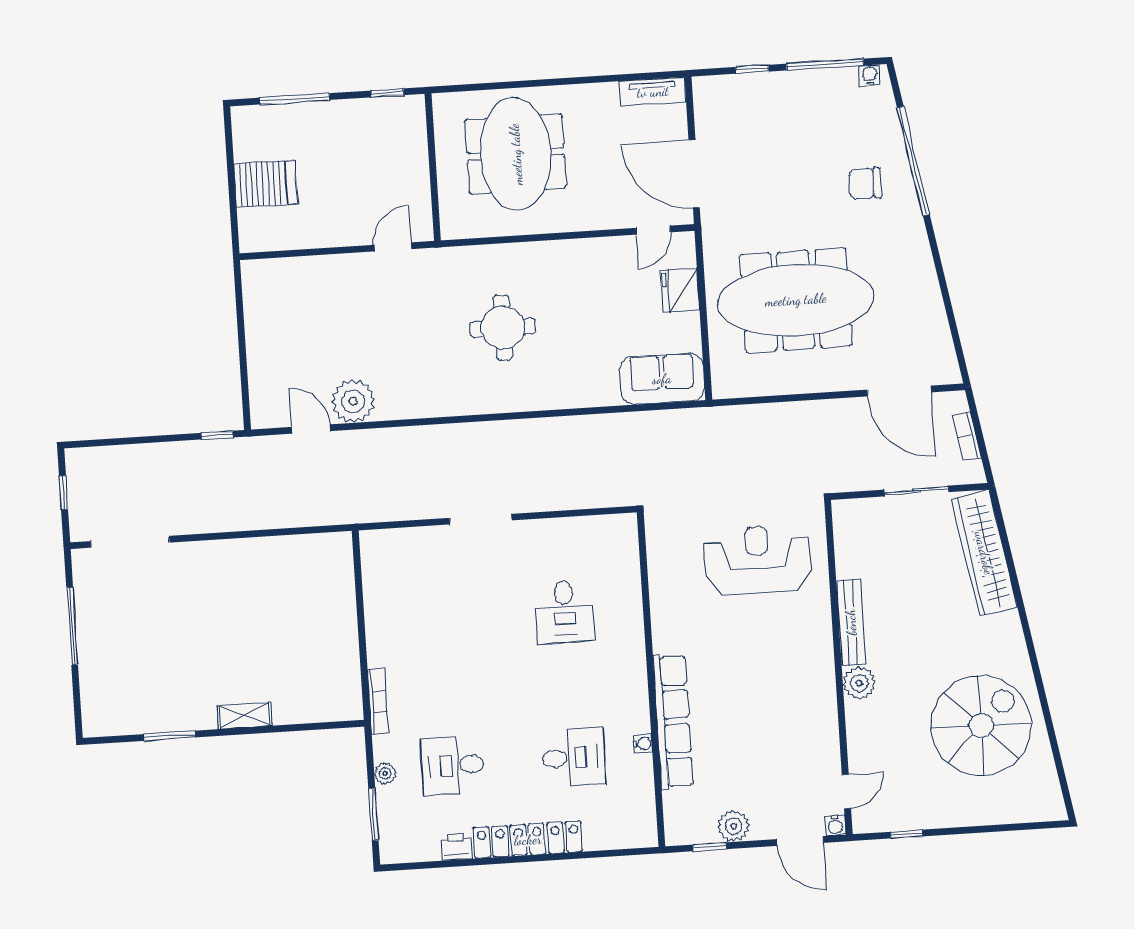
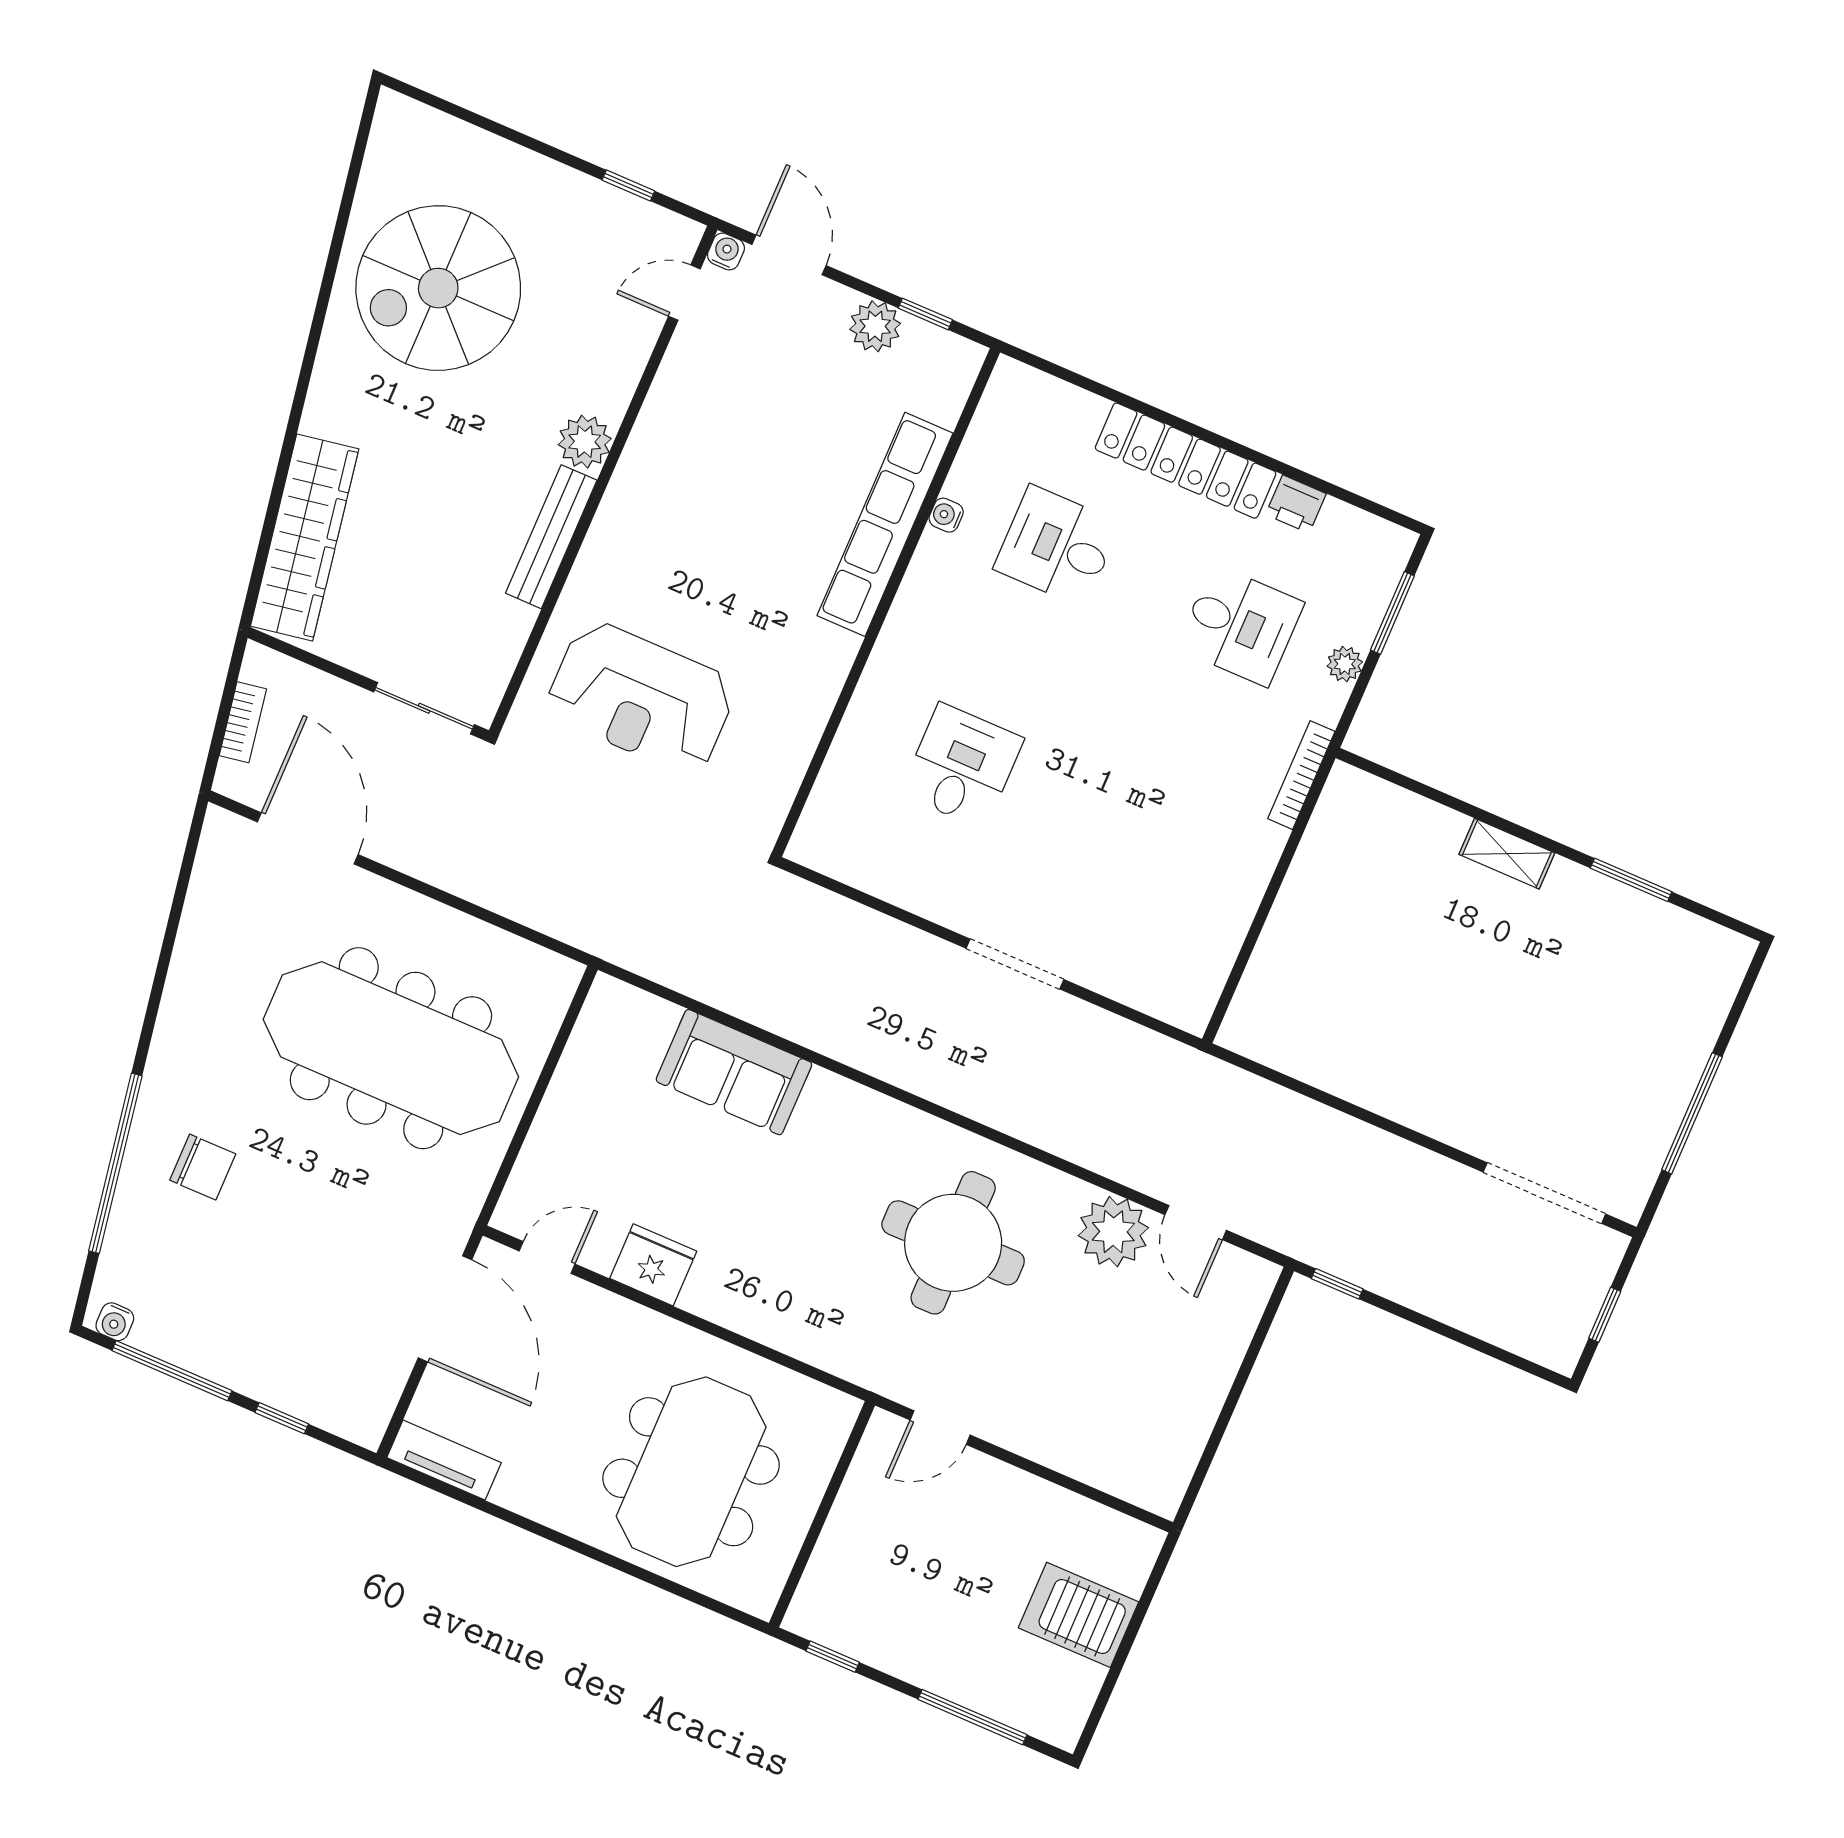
fridge: (680, 290) -> (653, 1265), moved, turned -90
round table: (503, 328) -> (953, 1243), moved, width x1.36, depth x1.36
sofa: (662, 379) -> (734, 1072), moved
sliding door: (916, 491) -> (424, 708), moved

